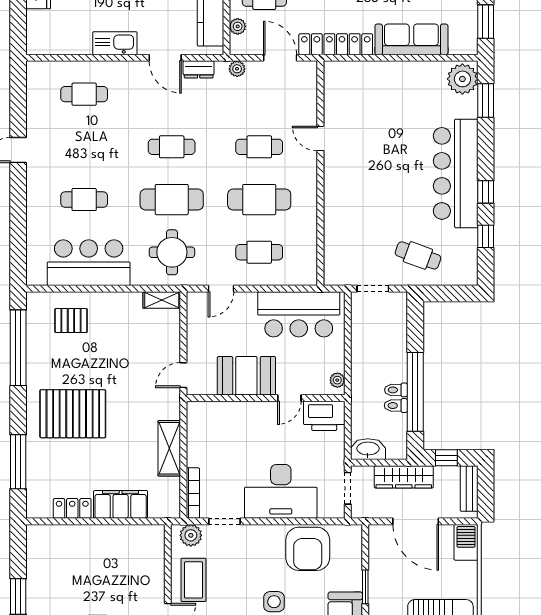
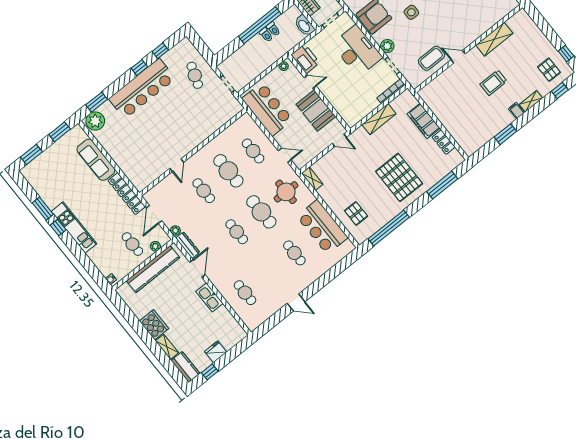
dresser: (199, 69) -> (188, 245), width x1.44
plant: (191, 535) -> (387, 46), moved

